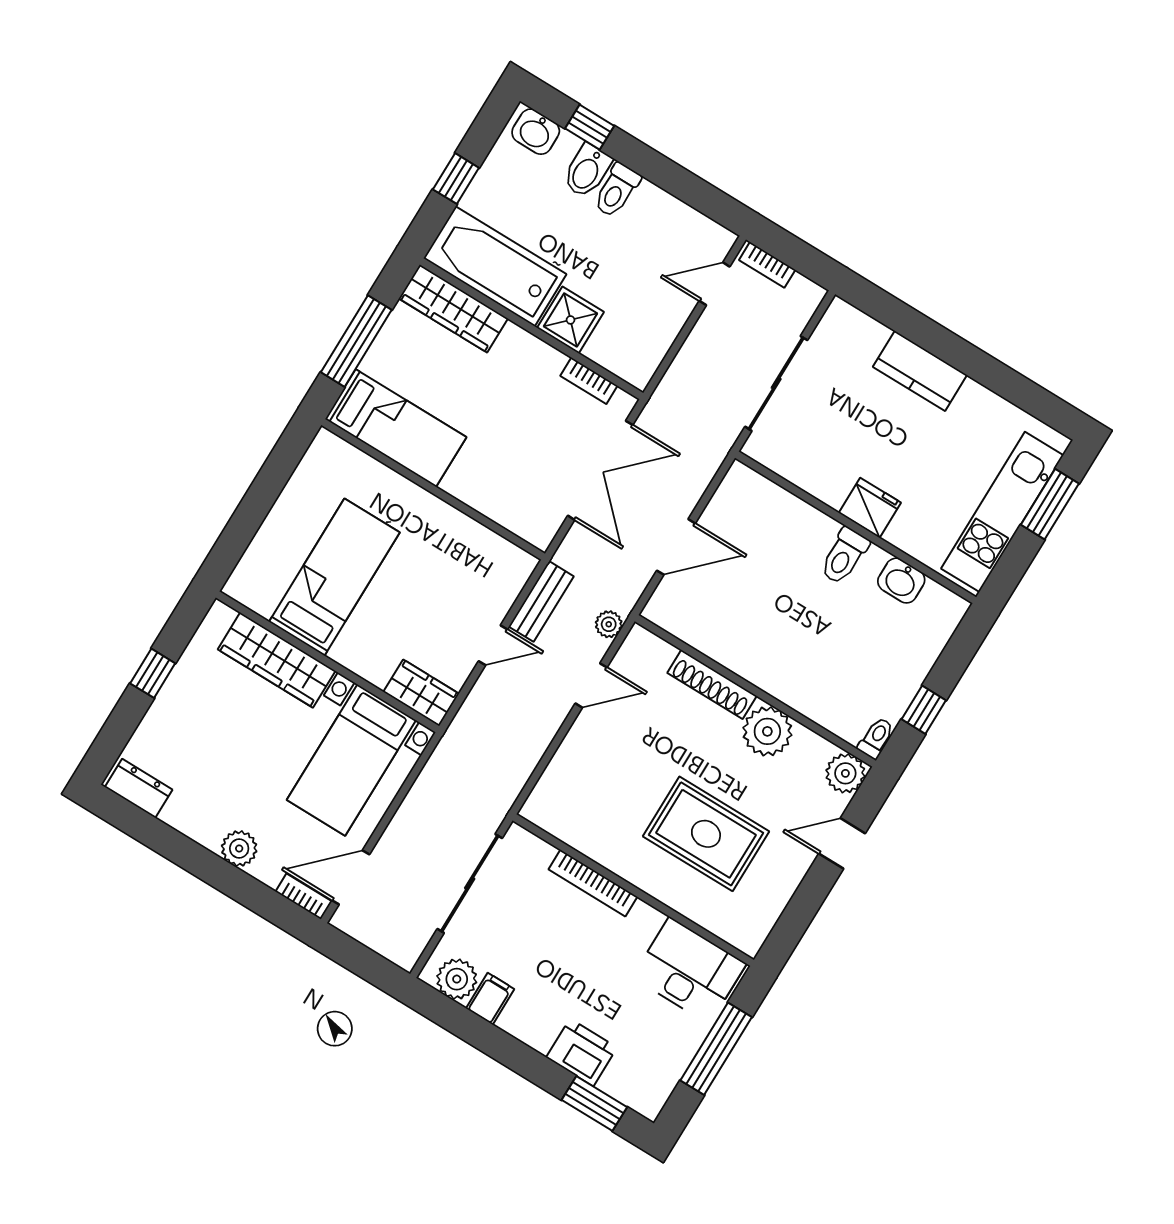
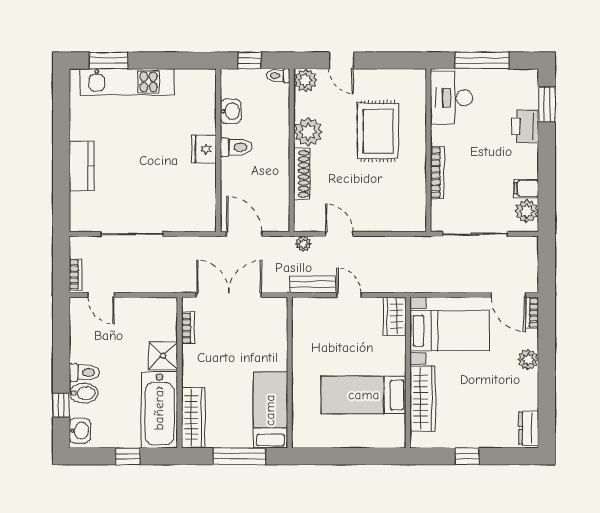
fridge: (870, 508) -> (204, 149), moved
wall: (856, 527) -> (218, 150), moved
toilet: (844, 556) -> (236, 147), moved
washbasin: (901, 581) -> (231, 111), moved

